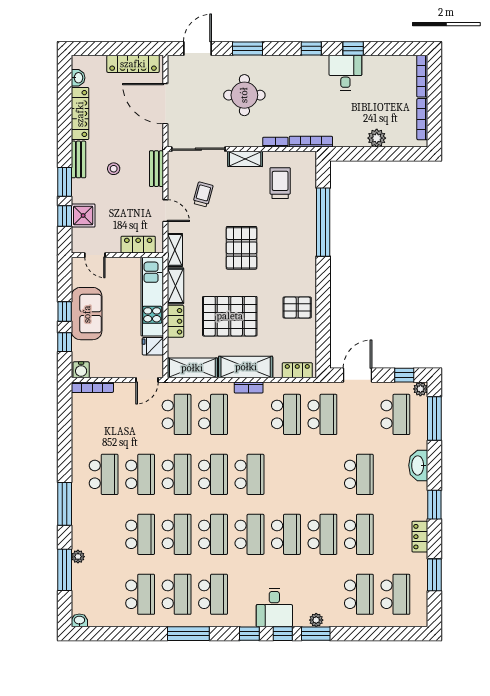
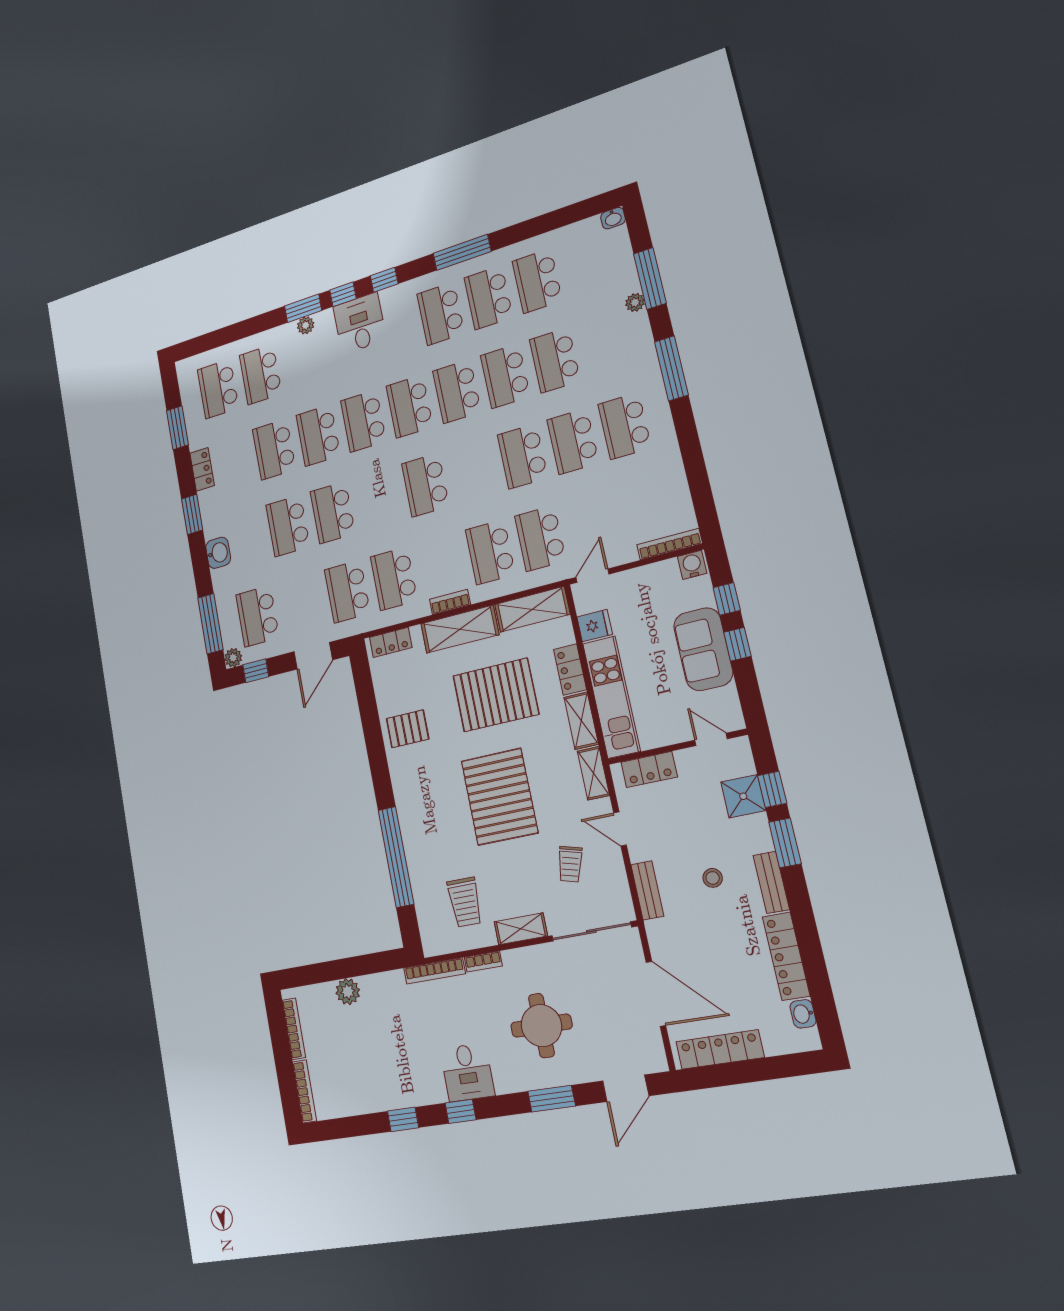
desk: (345, 73) -> (467, 1072), moved
pallet: (242, 248) -> (499, 797), width x1.37, depth x1.41
washbasin: (418, 465) -> (218, 553), width x0.72
school desk: (213, 474) -> (333, 513), moved

